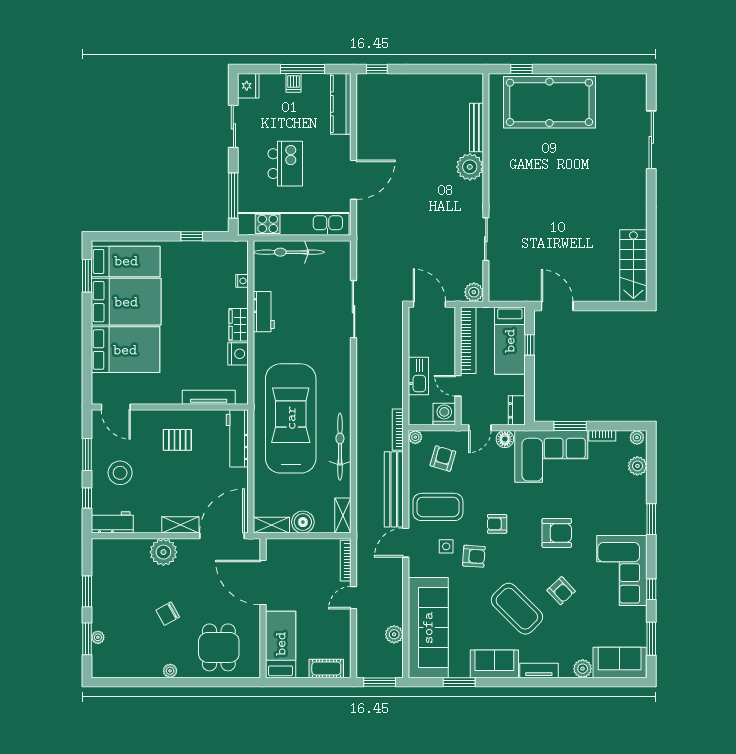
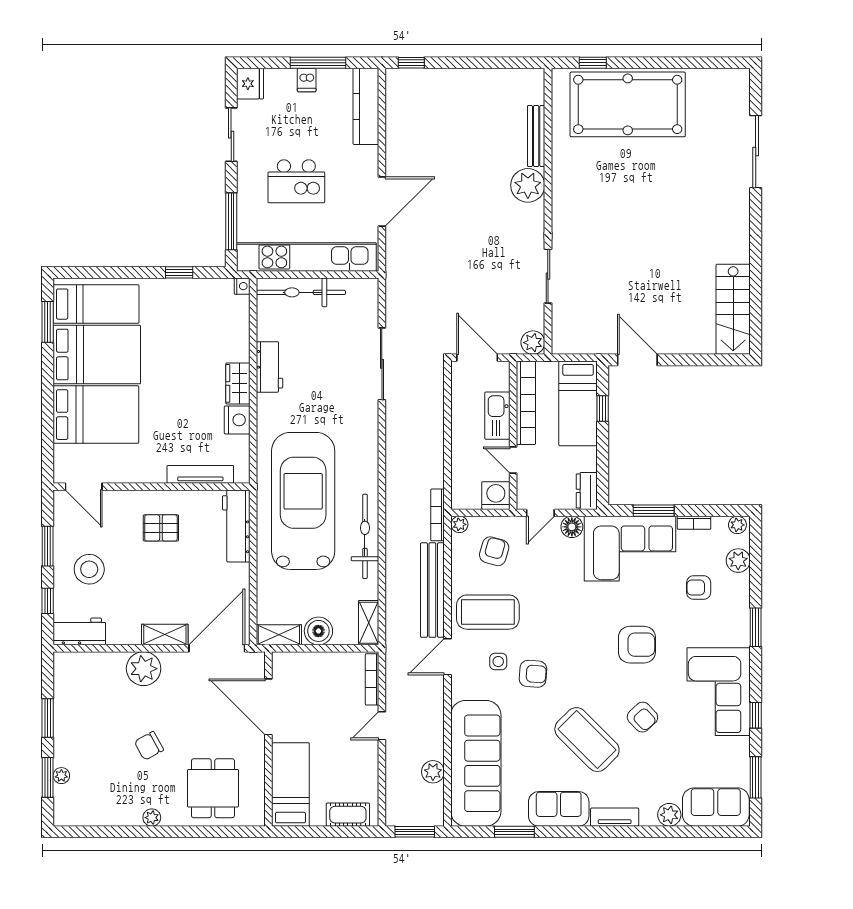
kitchen island: (285, 164) -> (296, 181), turned 90
nightstand: (242, 281) -> (242, 286), moved
kitchen sink: (418, 376) -> (497, 416), moved, turned 180
armchair: (497, 524) -> (699, 588), moved

